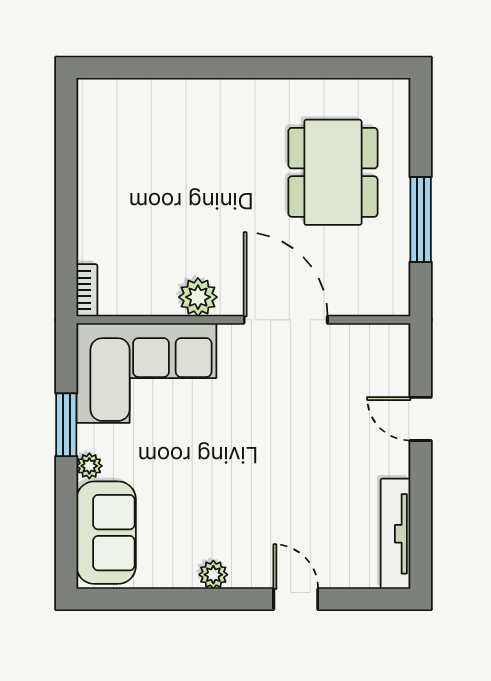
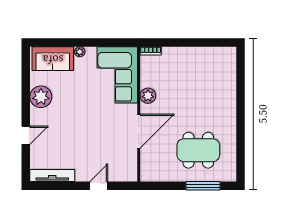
window: (421, 219) -> (203, 186), moved
window: (66, 425) -> (96, 42), removed
plant: (213, 575) -> (41, 97), width x1.87, depth x1.87

